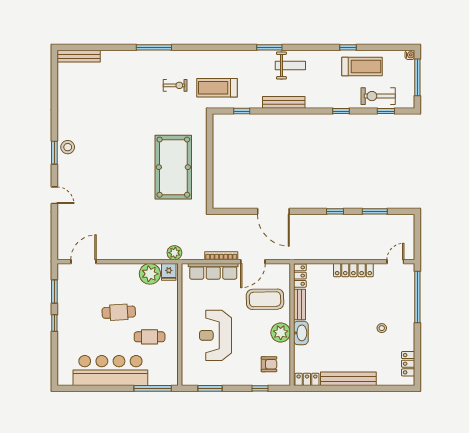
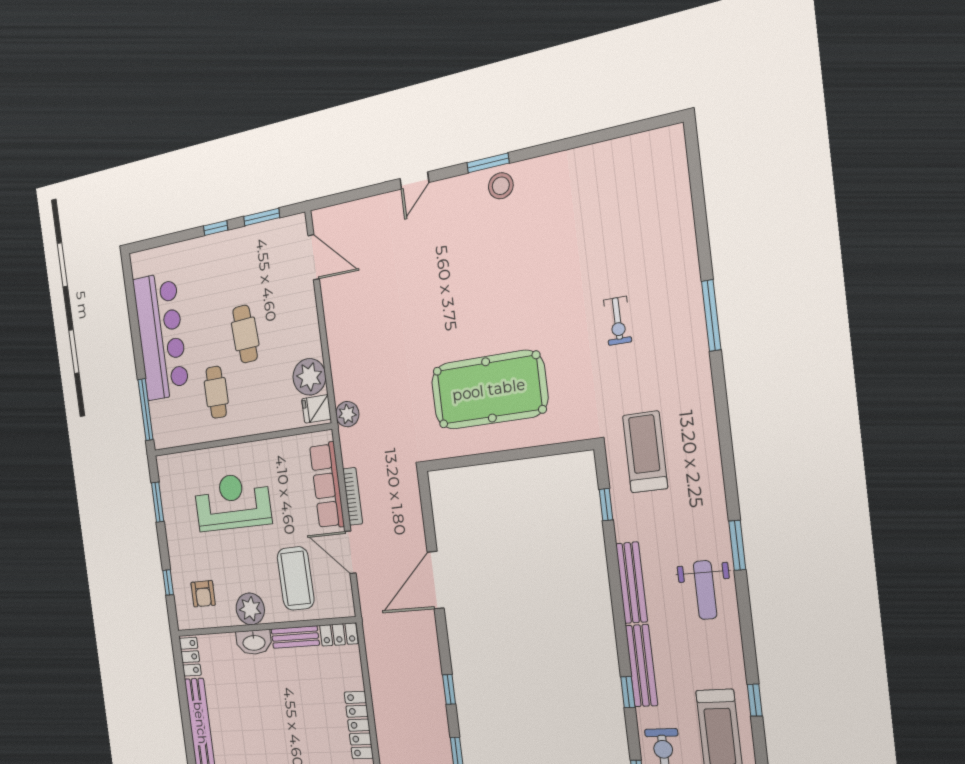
bench: (79, 56) -> (641, 666), moved
exercise bike: (175, 85) -> (618, 321), moved

